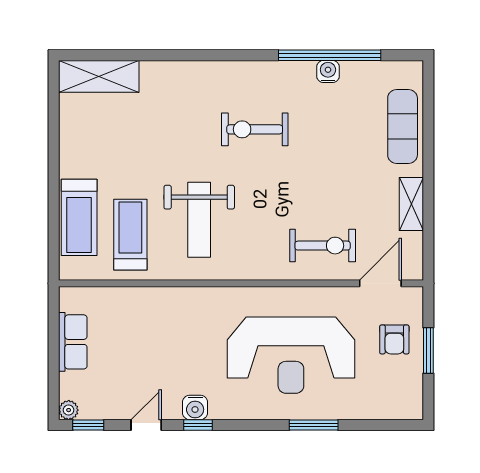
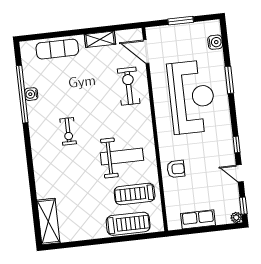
exercise bike: (255, 129) -> (68, 131), width x0.73, depth x0.72
armchair: (394, 339) -> (176, 169), moved
water cooler: (195, 407) -> (215, 42), moved

